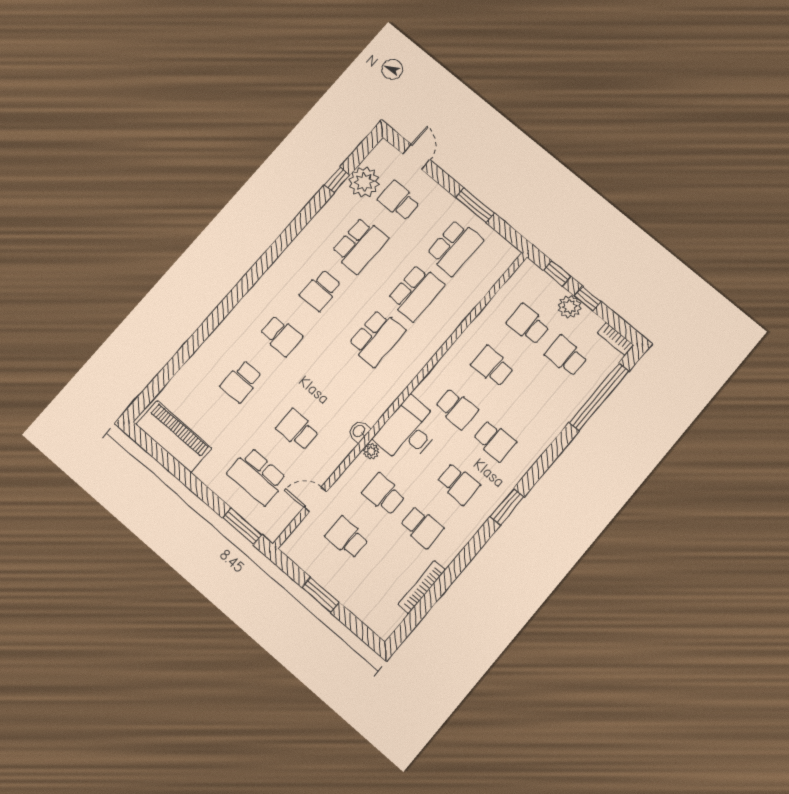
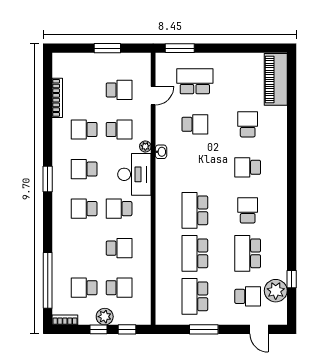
school desk: (566, 356) -> (84, 288), turned 180
piano: (174, 436) -> (276, 79), moved, turned 90

